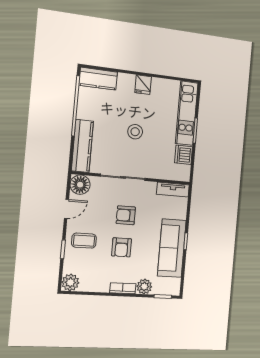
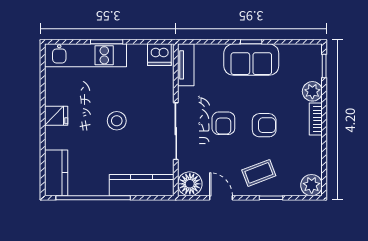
dishwasher: (184, 155) -> (159, 55), moved
coffee table: (84, 241) -> (259, 173), turned 69
sofa: (172, 248) -> (251, 60), width x0.73

